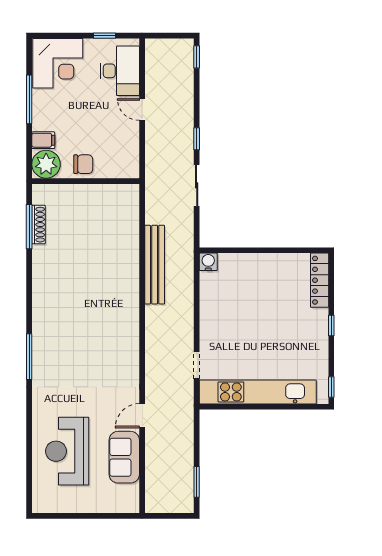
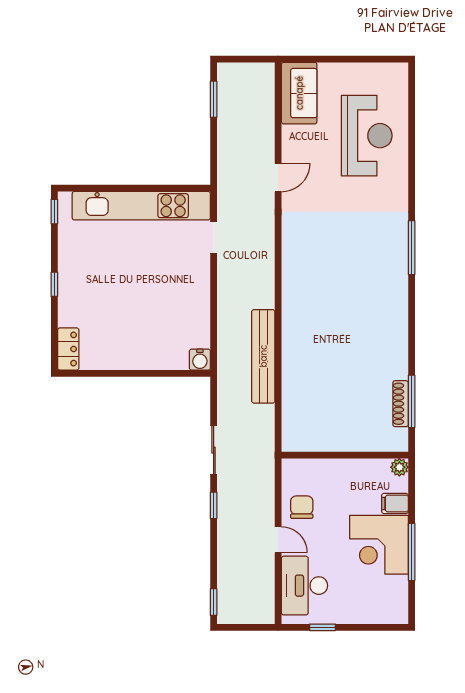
corner desk: (58, 63) -> (379, 545), moved, turned -90
plant: (46, 164) -> (399, 467), width x0.53, depth x0.53
chair: (83, 164) -> (302, 507), moved, turned 90
locker: (320, 280) -> (68, 349), width x0.66
sofa: (124, 457) -> (299, 93), moved

